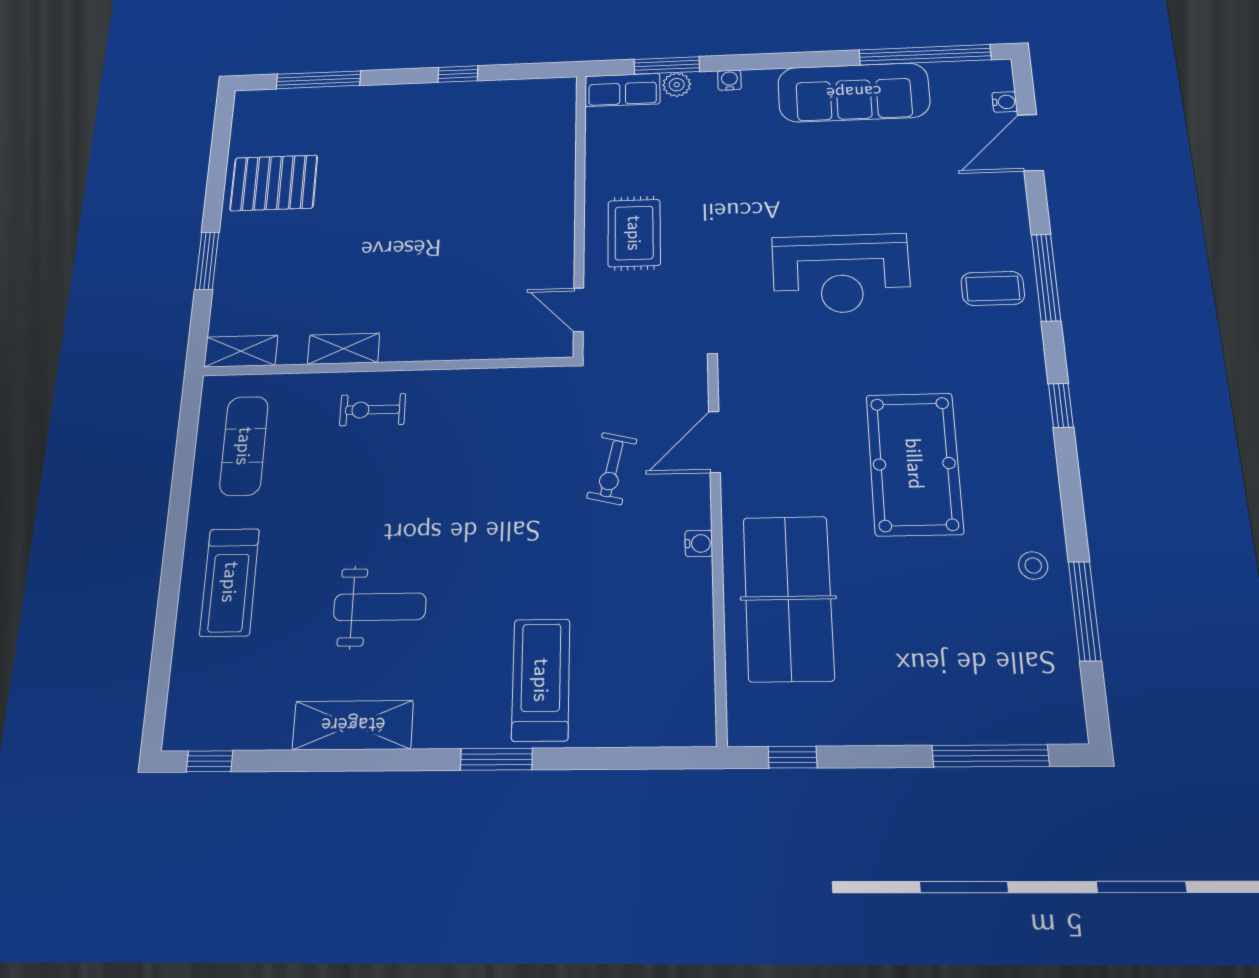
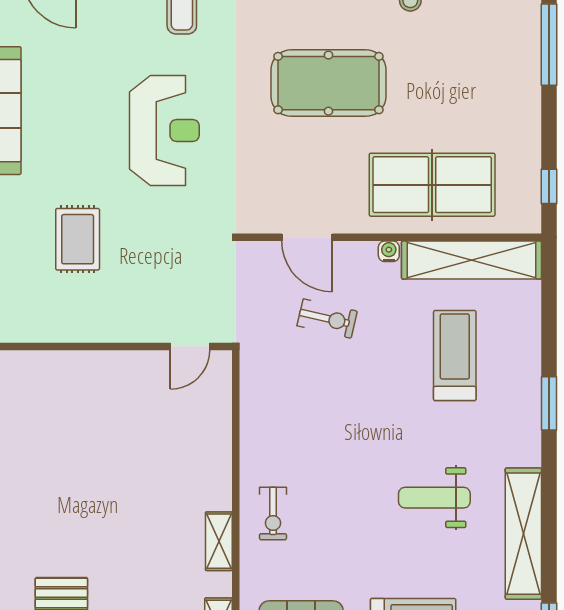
rug: (634, 233) -> (78, 239), moved, turned 90
weight bench: (380, 607) -> (434, 498), turned -90
shelving: (689, 651) -> (471, 260), added
treadmill: (541, 680) -> (455, 355), moved, turned 90
shelving: (353, 725) -> (523, 534), width x1.47

